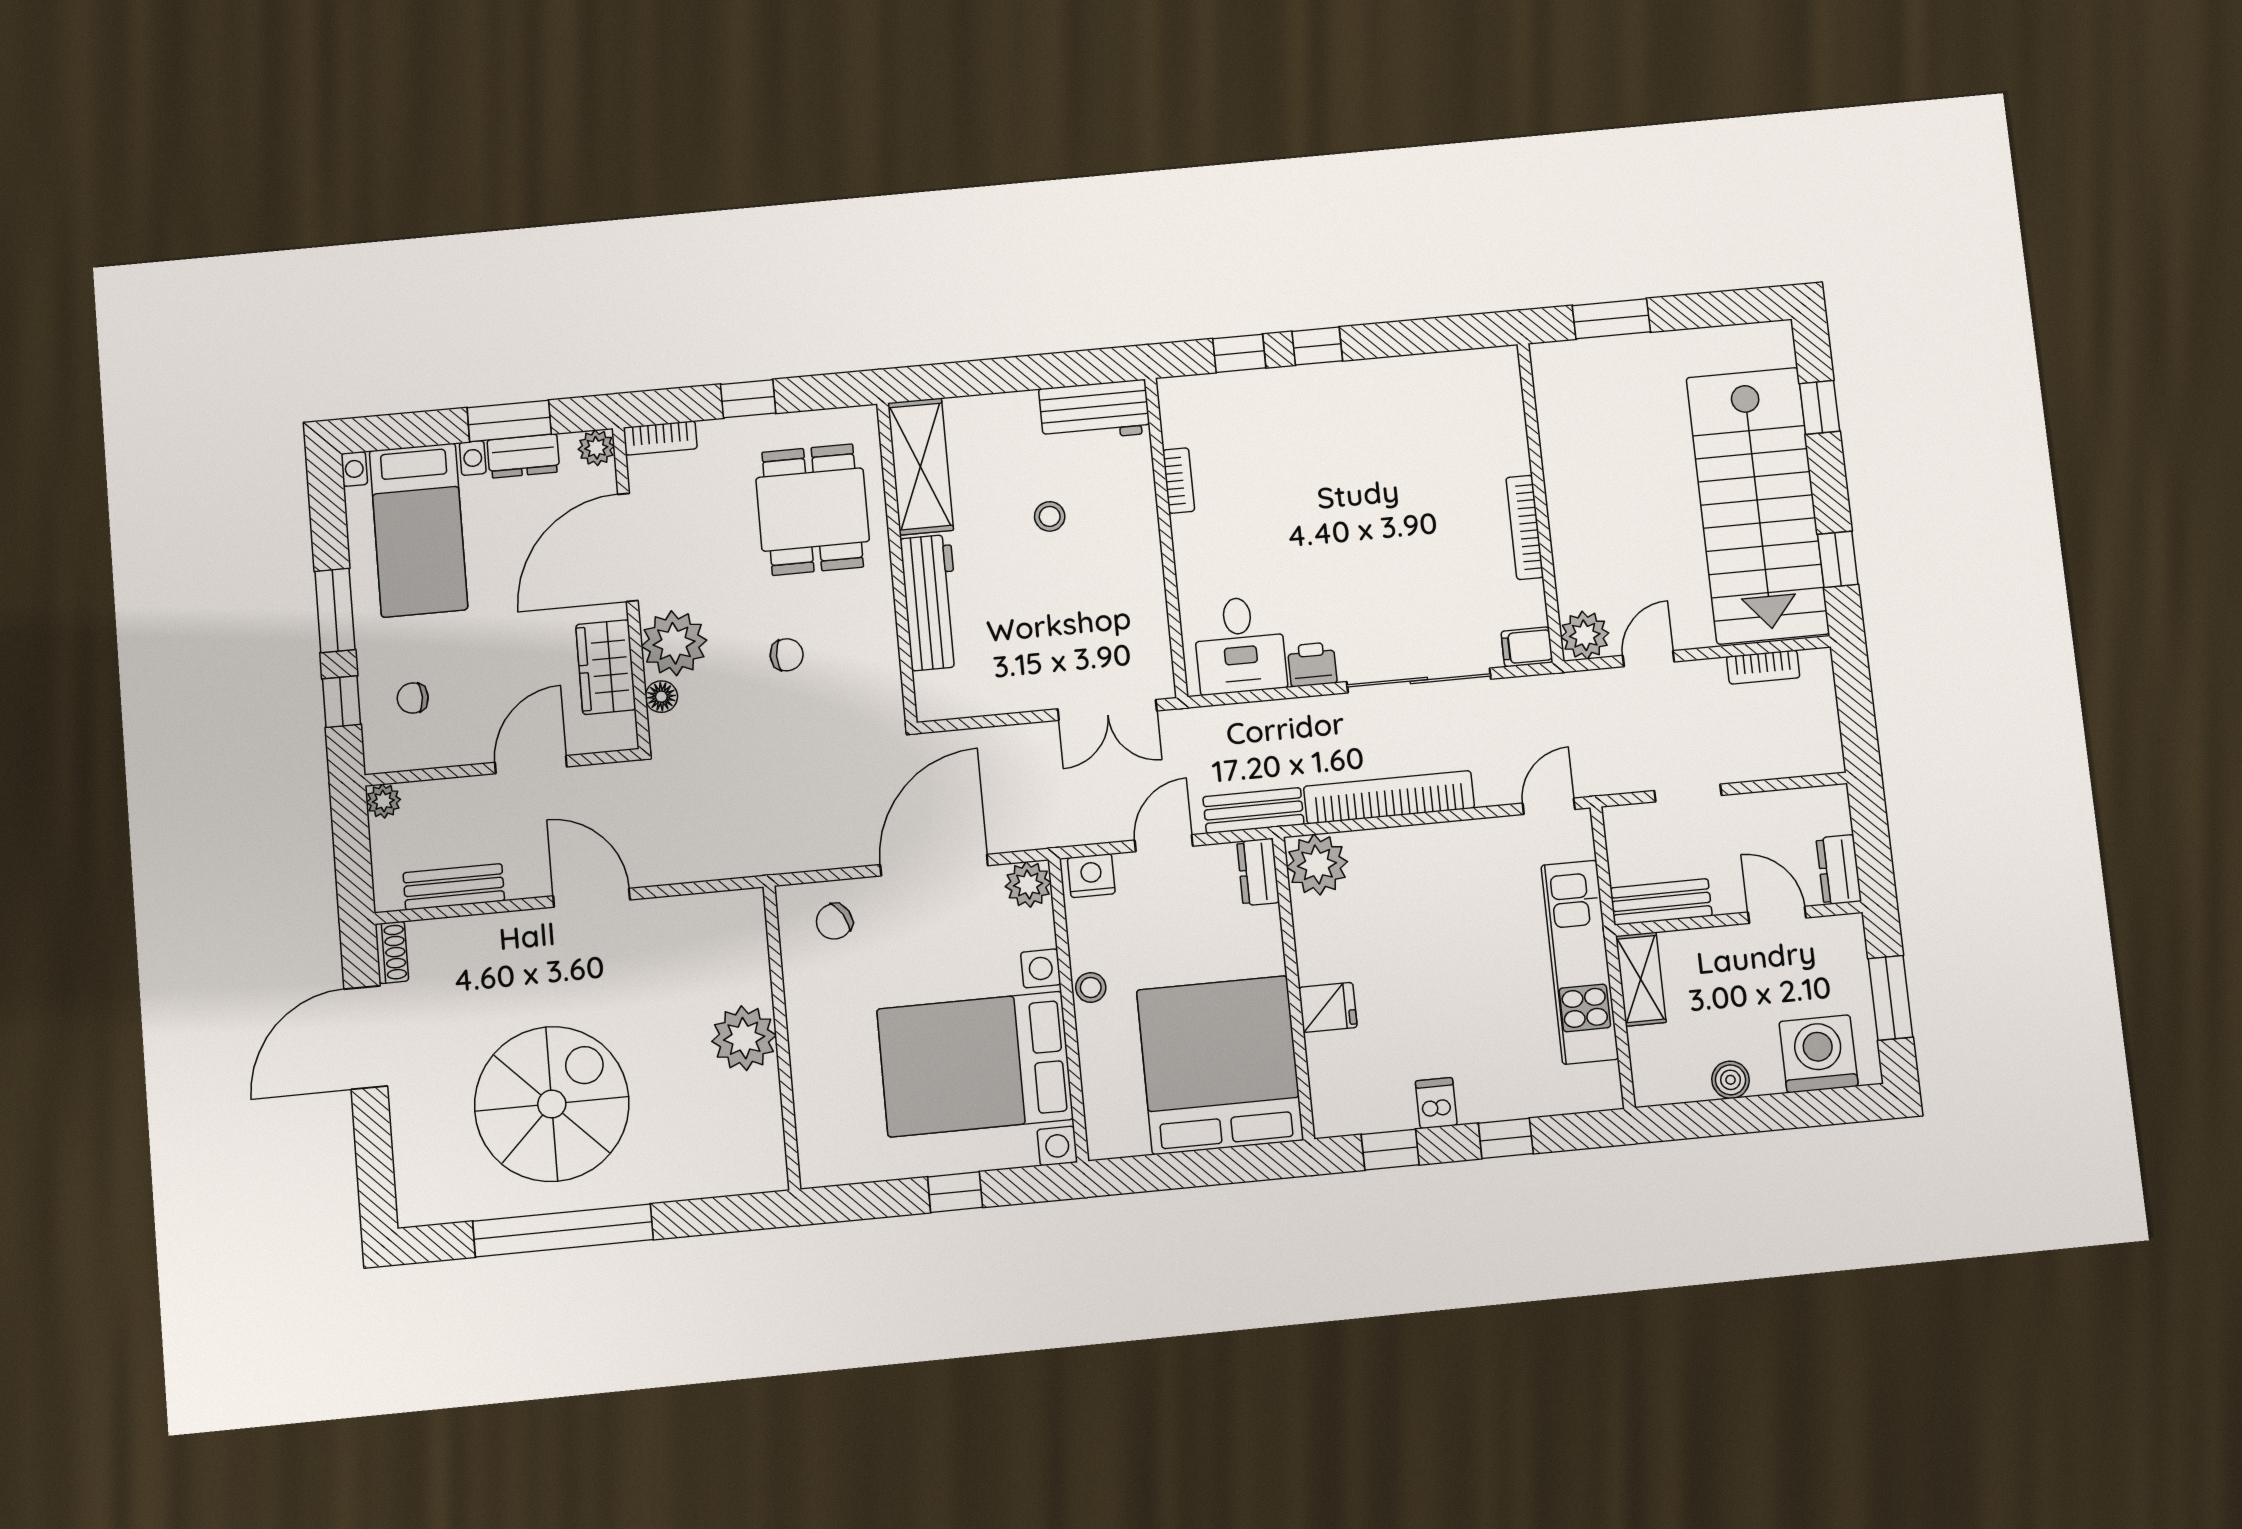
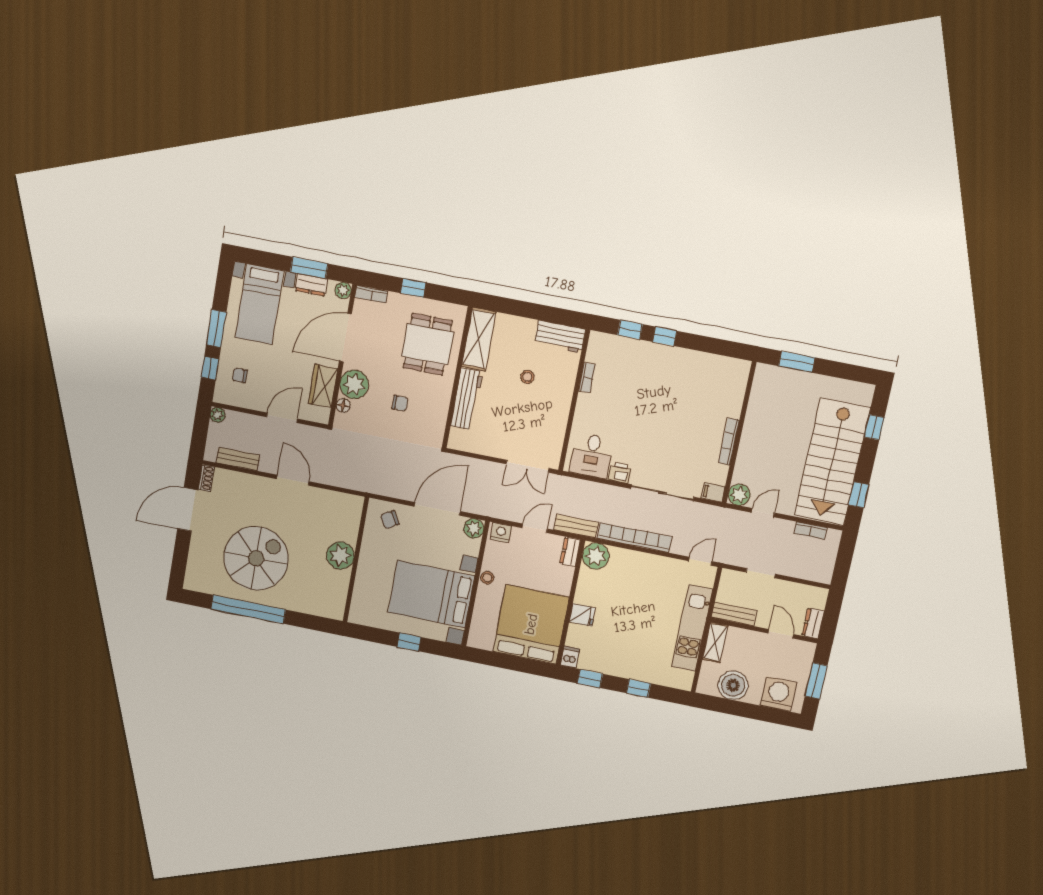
boiler: (1731, 1080) -> (733, 685), width x1.86, depth x1.86
dishwasher: (1436, 1103) -> (570, 657), moved

